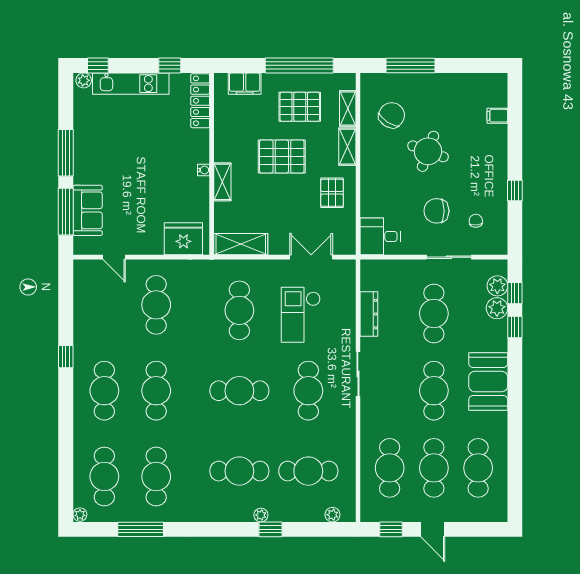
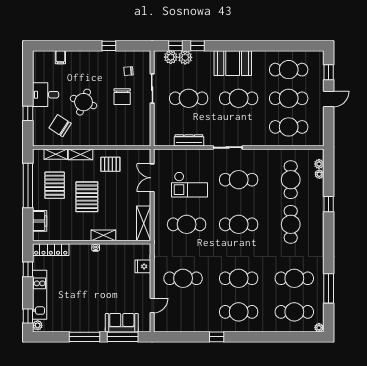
window: (410, 65) -> (28, 113), width x0.46
desk: (380, 236) -> (46, 95), moved, turned 90
fridge: (183, 239) -> (143, 266), width x0.53, depth x0.75
cafe table: (239, 391) -> (239, 224), turned 90
plant: (261, 515) -> (319, 174), moved
window: (391, 529) -> (329, 72), moved

